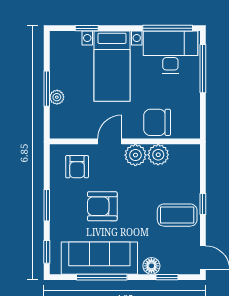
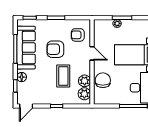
plant: (135, 155) -> (84, 94), moved
armchair: (102, 206) -> (55, 49), turned -90
coffee table: (177, 215) -> (63, 76), moved

